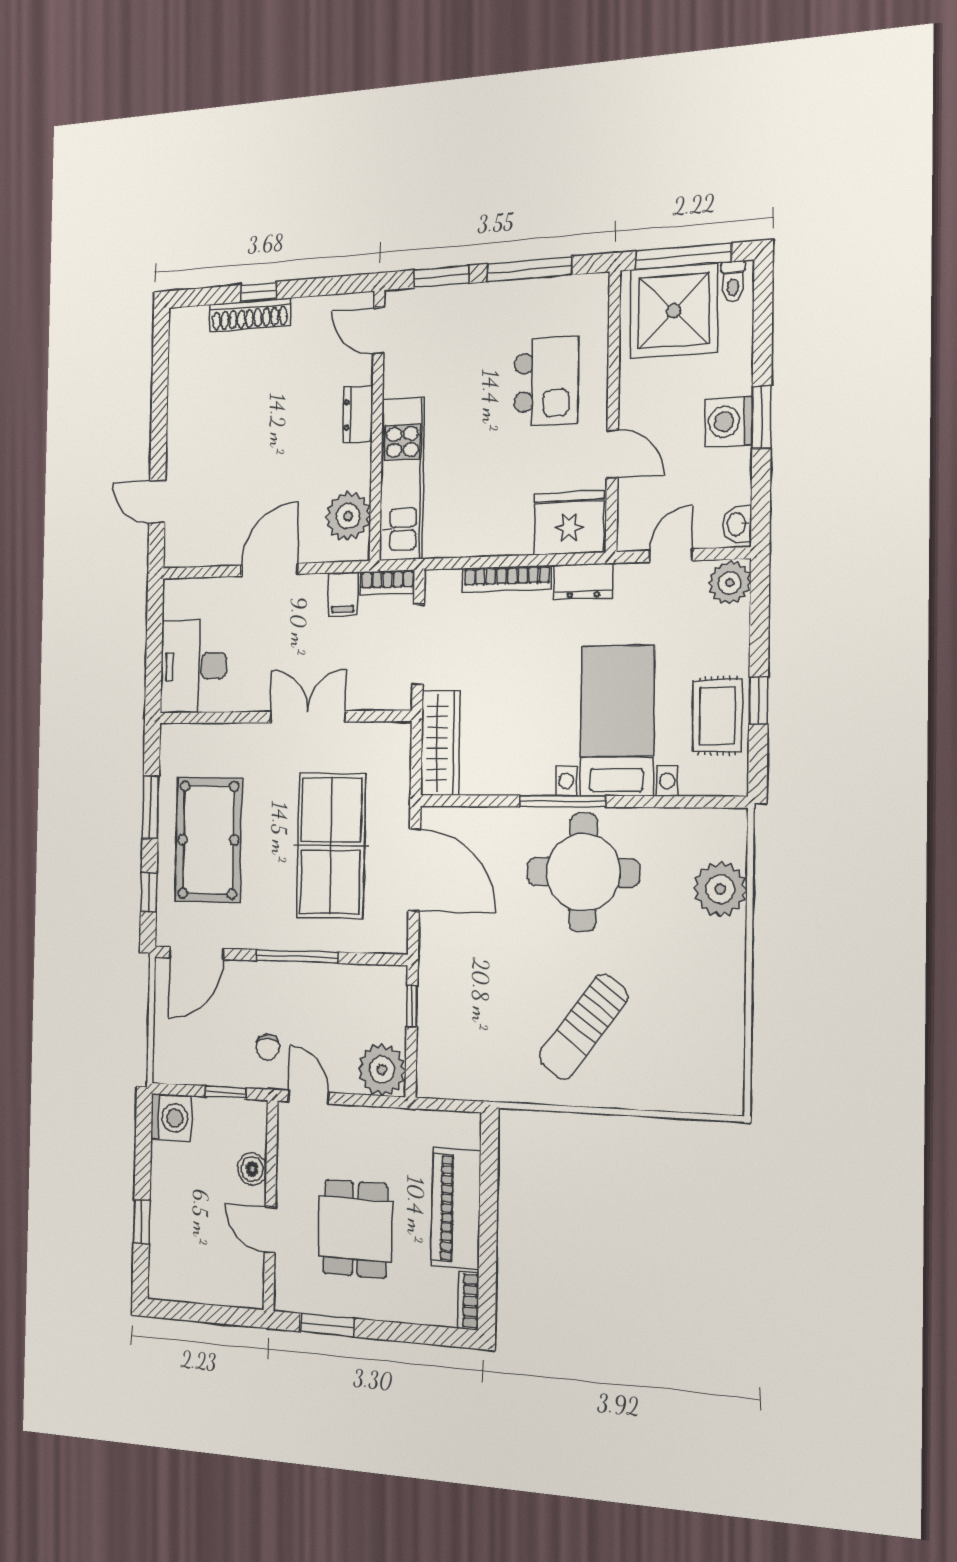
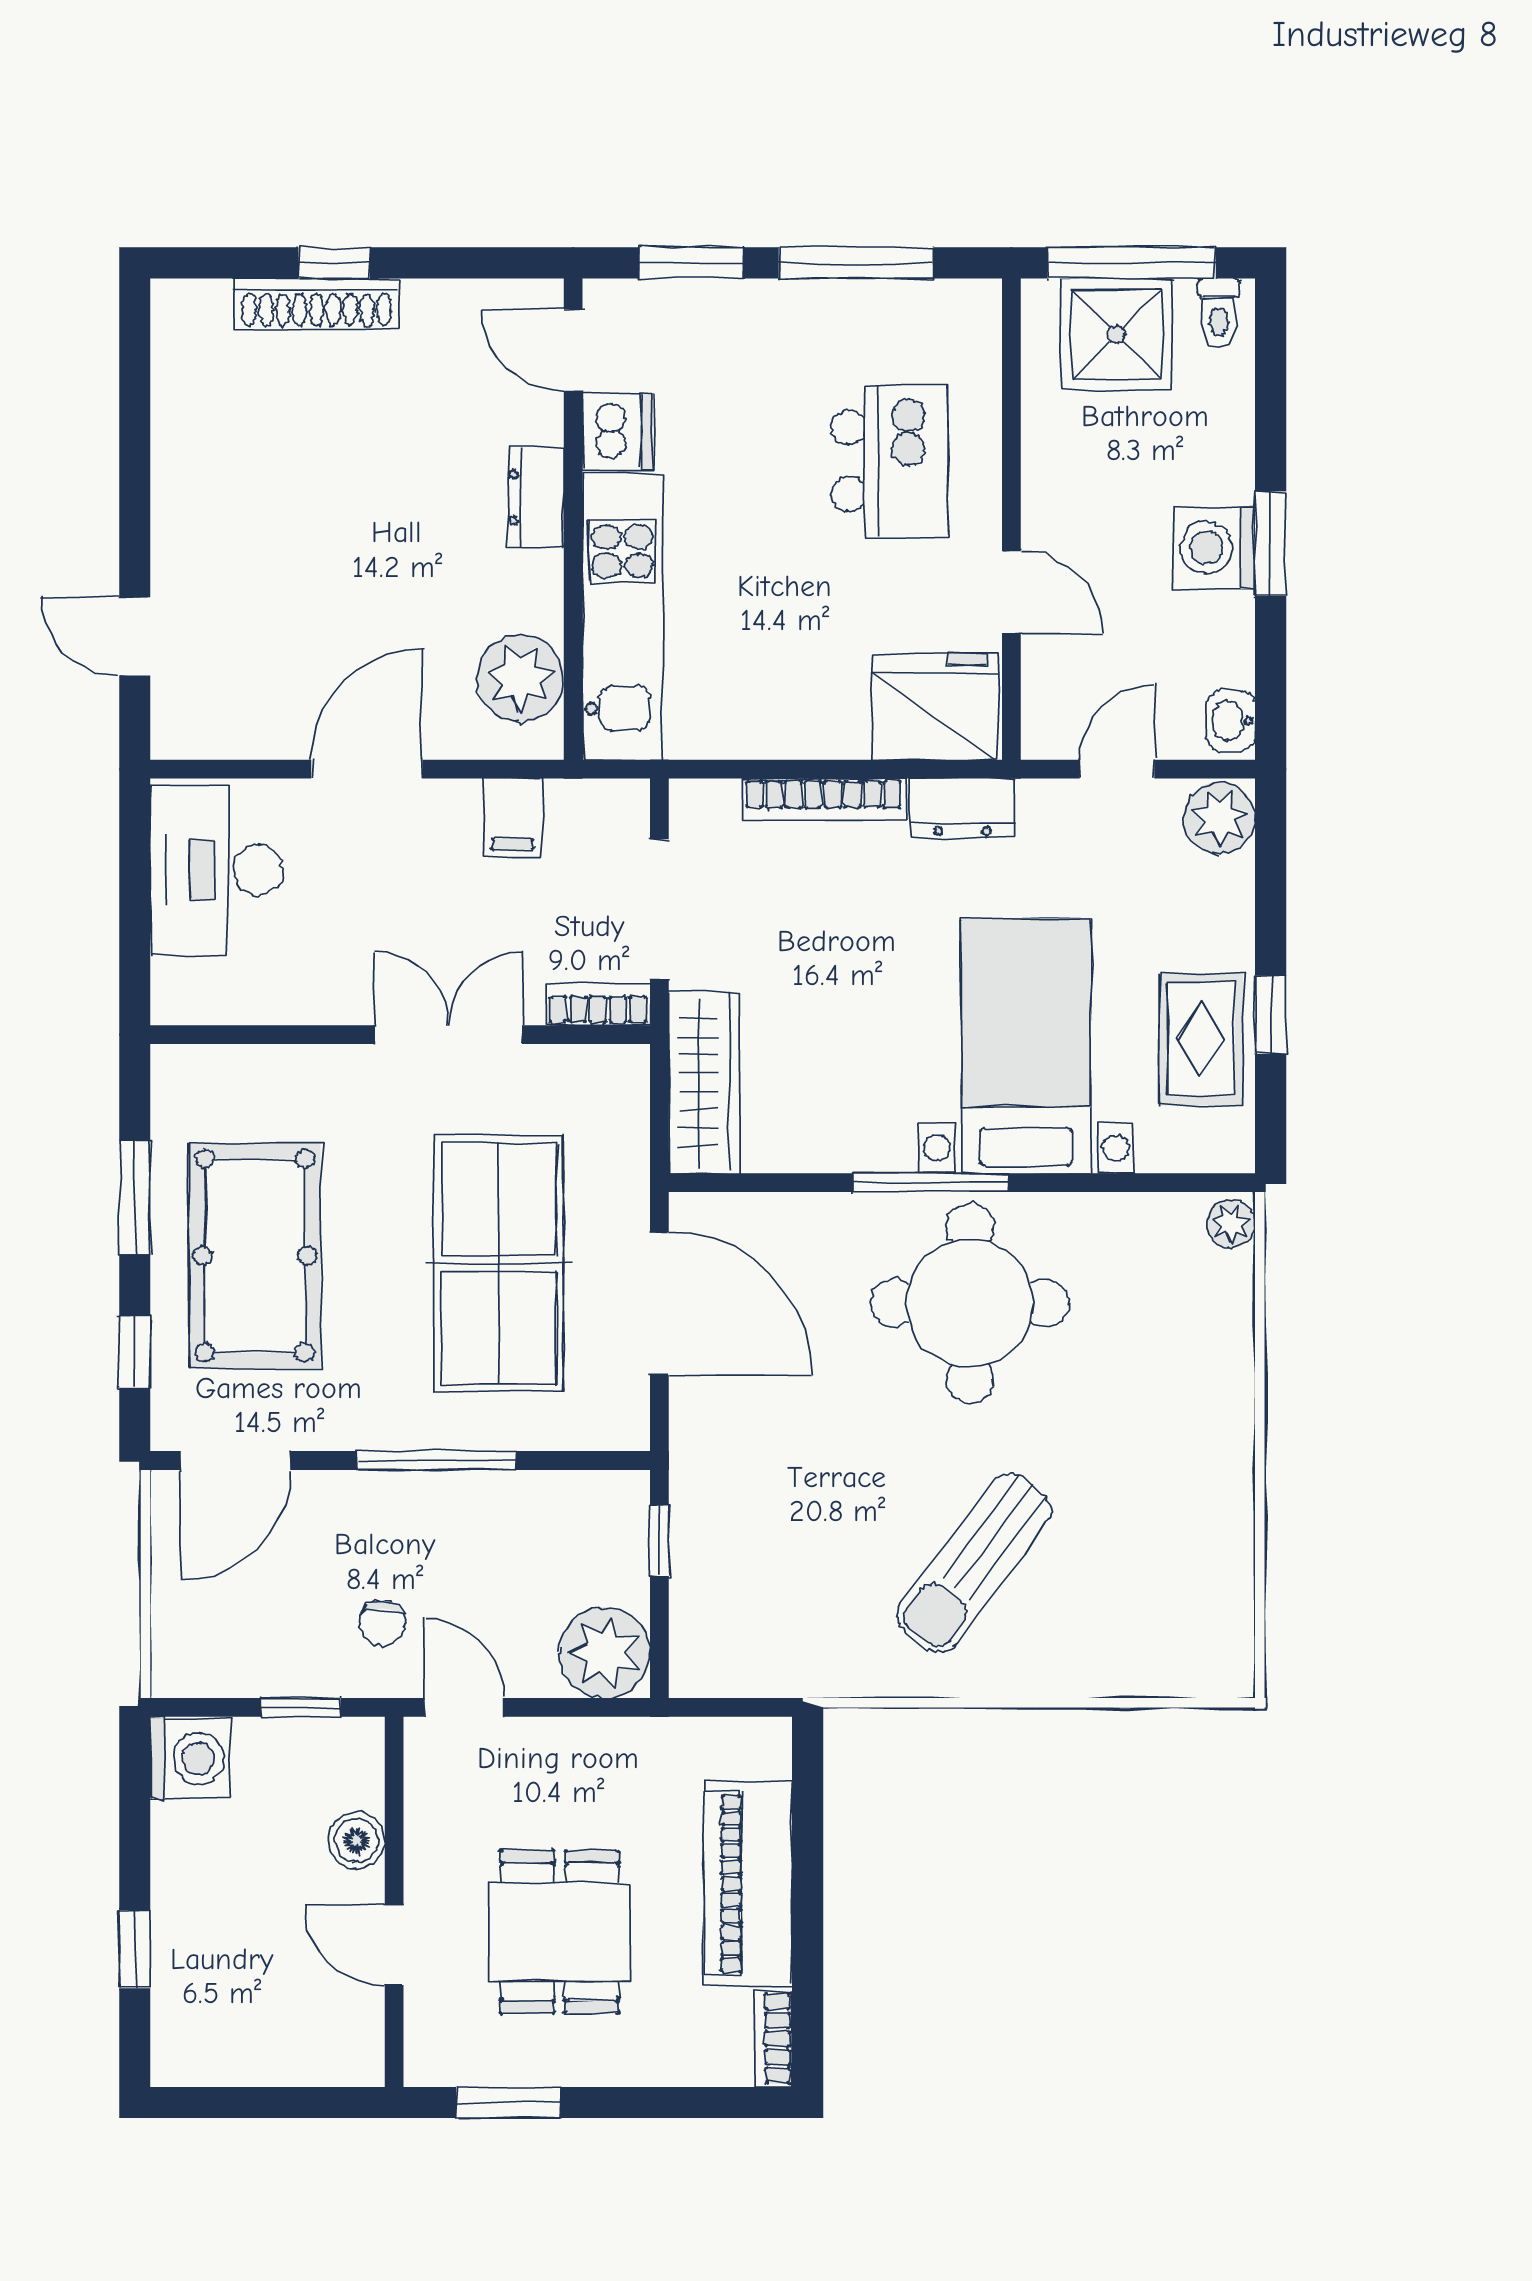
shower: (674, 311) -> (1116, 334), width x0.73, depth x0.73
dishwasher: (401, 375) -> (618, 431), added
bookcase: (387, 582) -> (598, 1005), moved, turned 180
desk: (194, 666) -> (217, 870), moved
plant: (720, 889) -> (1231, 1224), moved, width x0.53, depth x0.53

